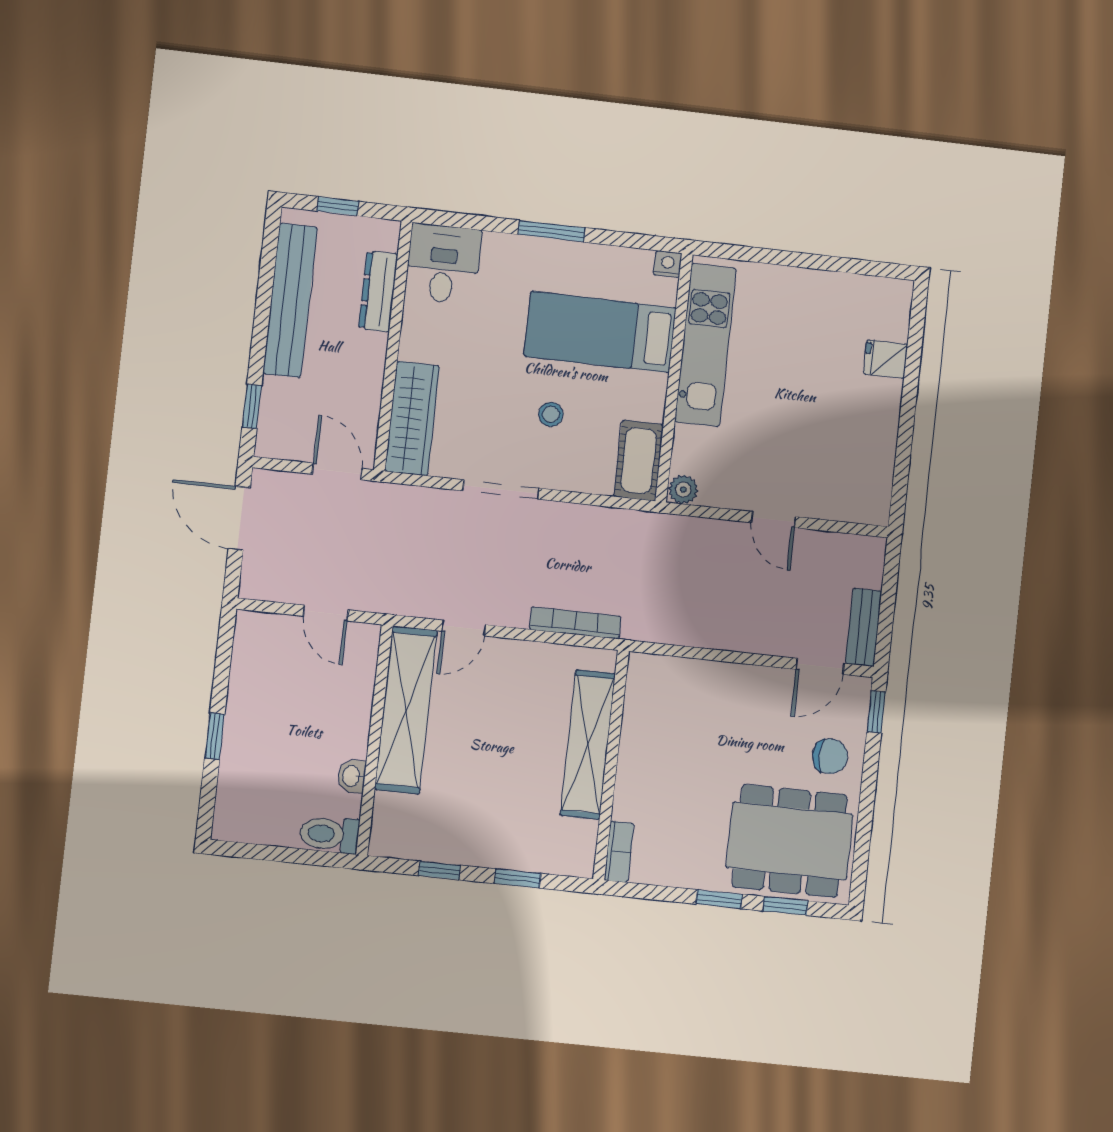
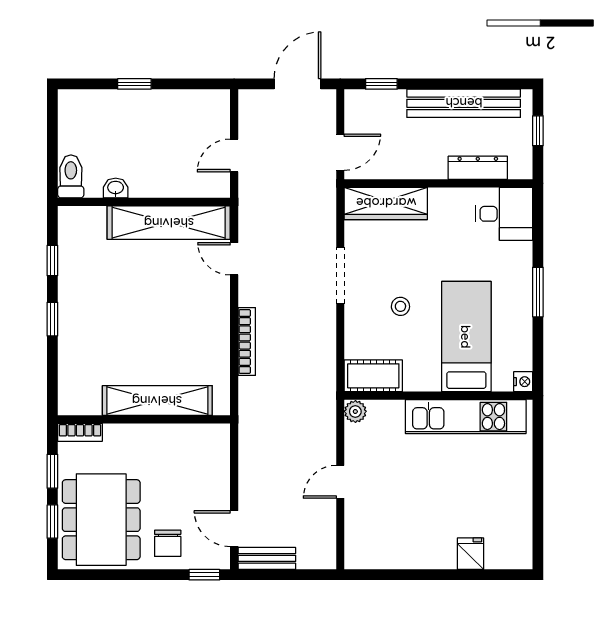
shelving: (588, 744) -> (157, 401), moved
wall: (611, 765) -> (144, 419), moved
bookcase: (619, 852) -> (80, 432), moved

